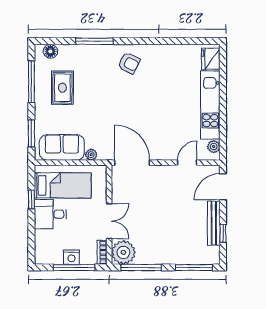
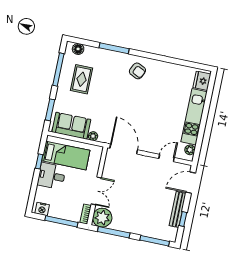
nightstand: (71, 257) -> (42, 209), moved

